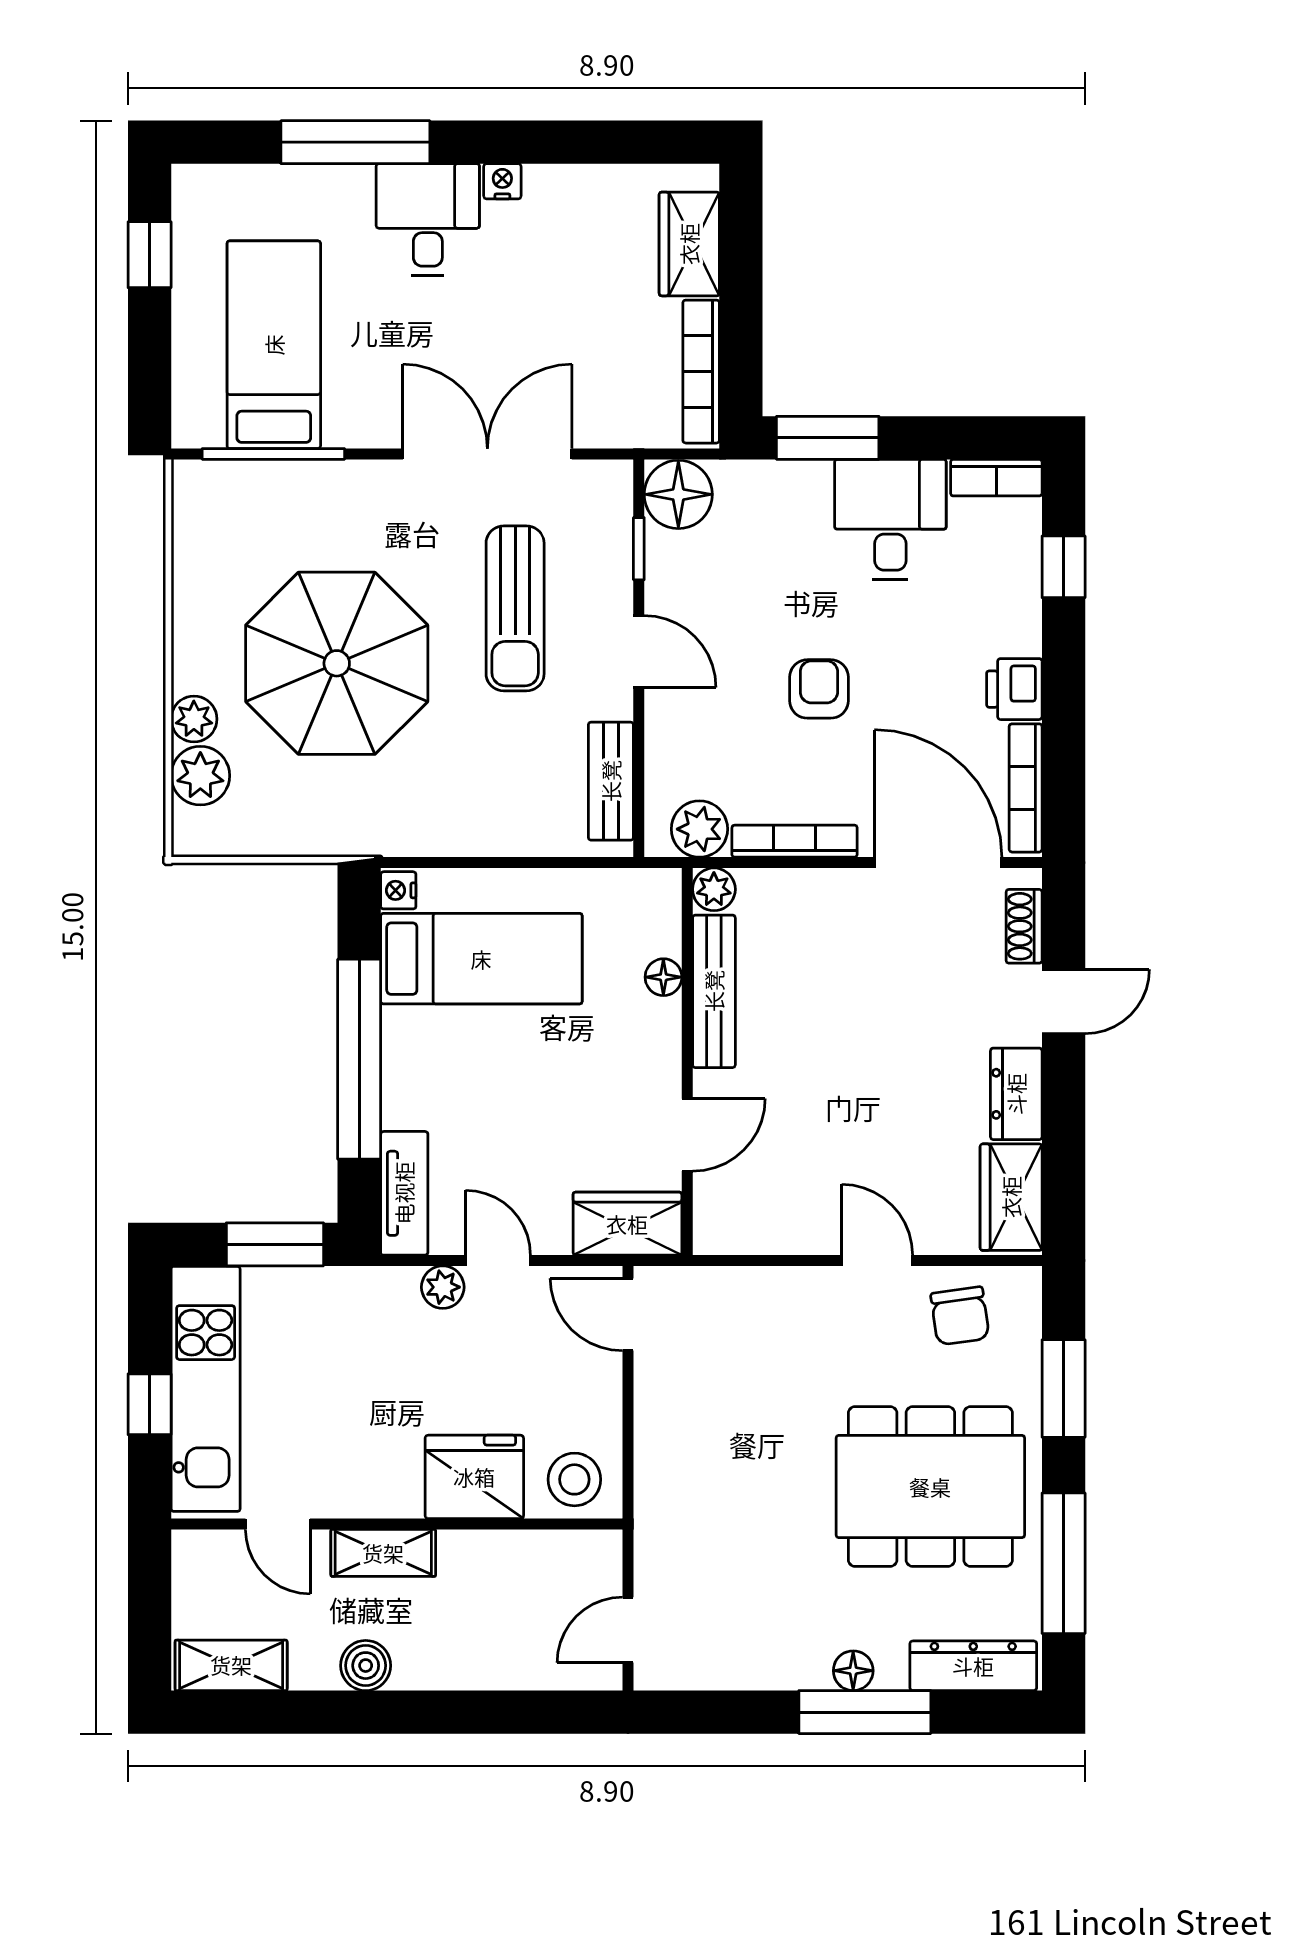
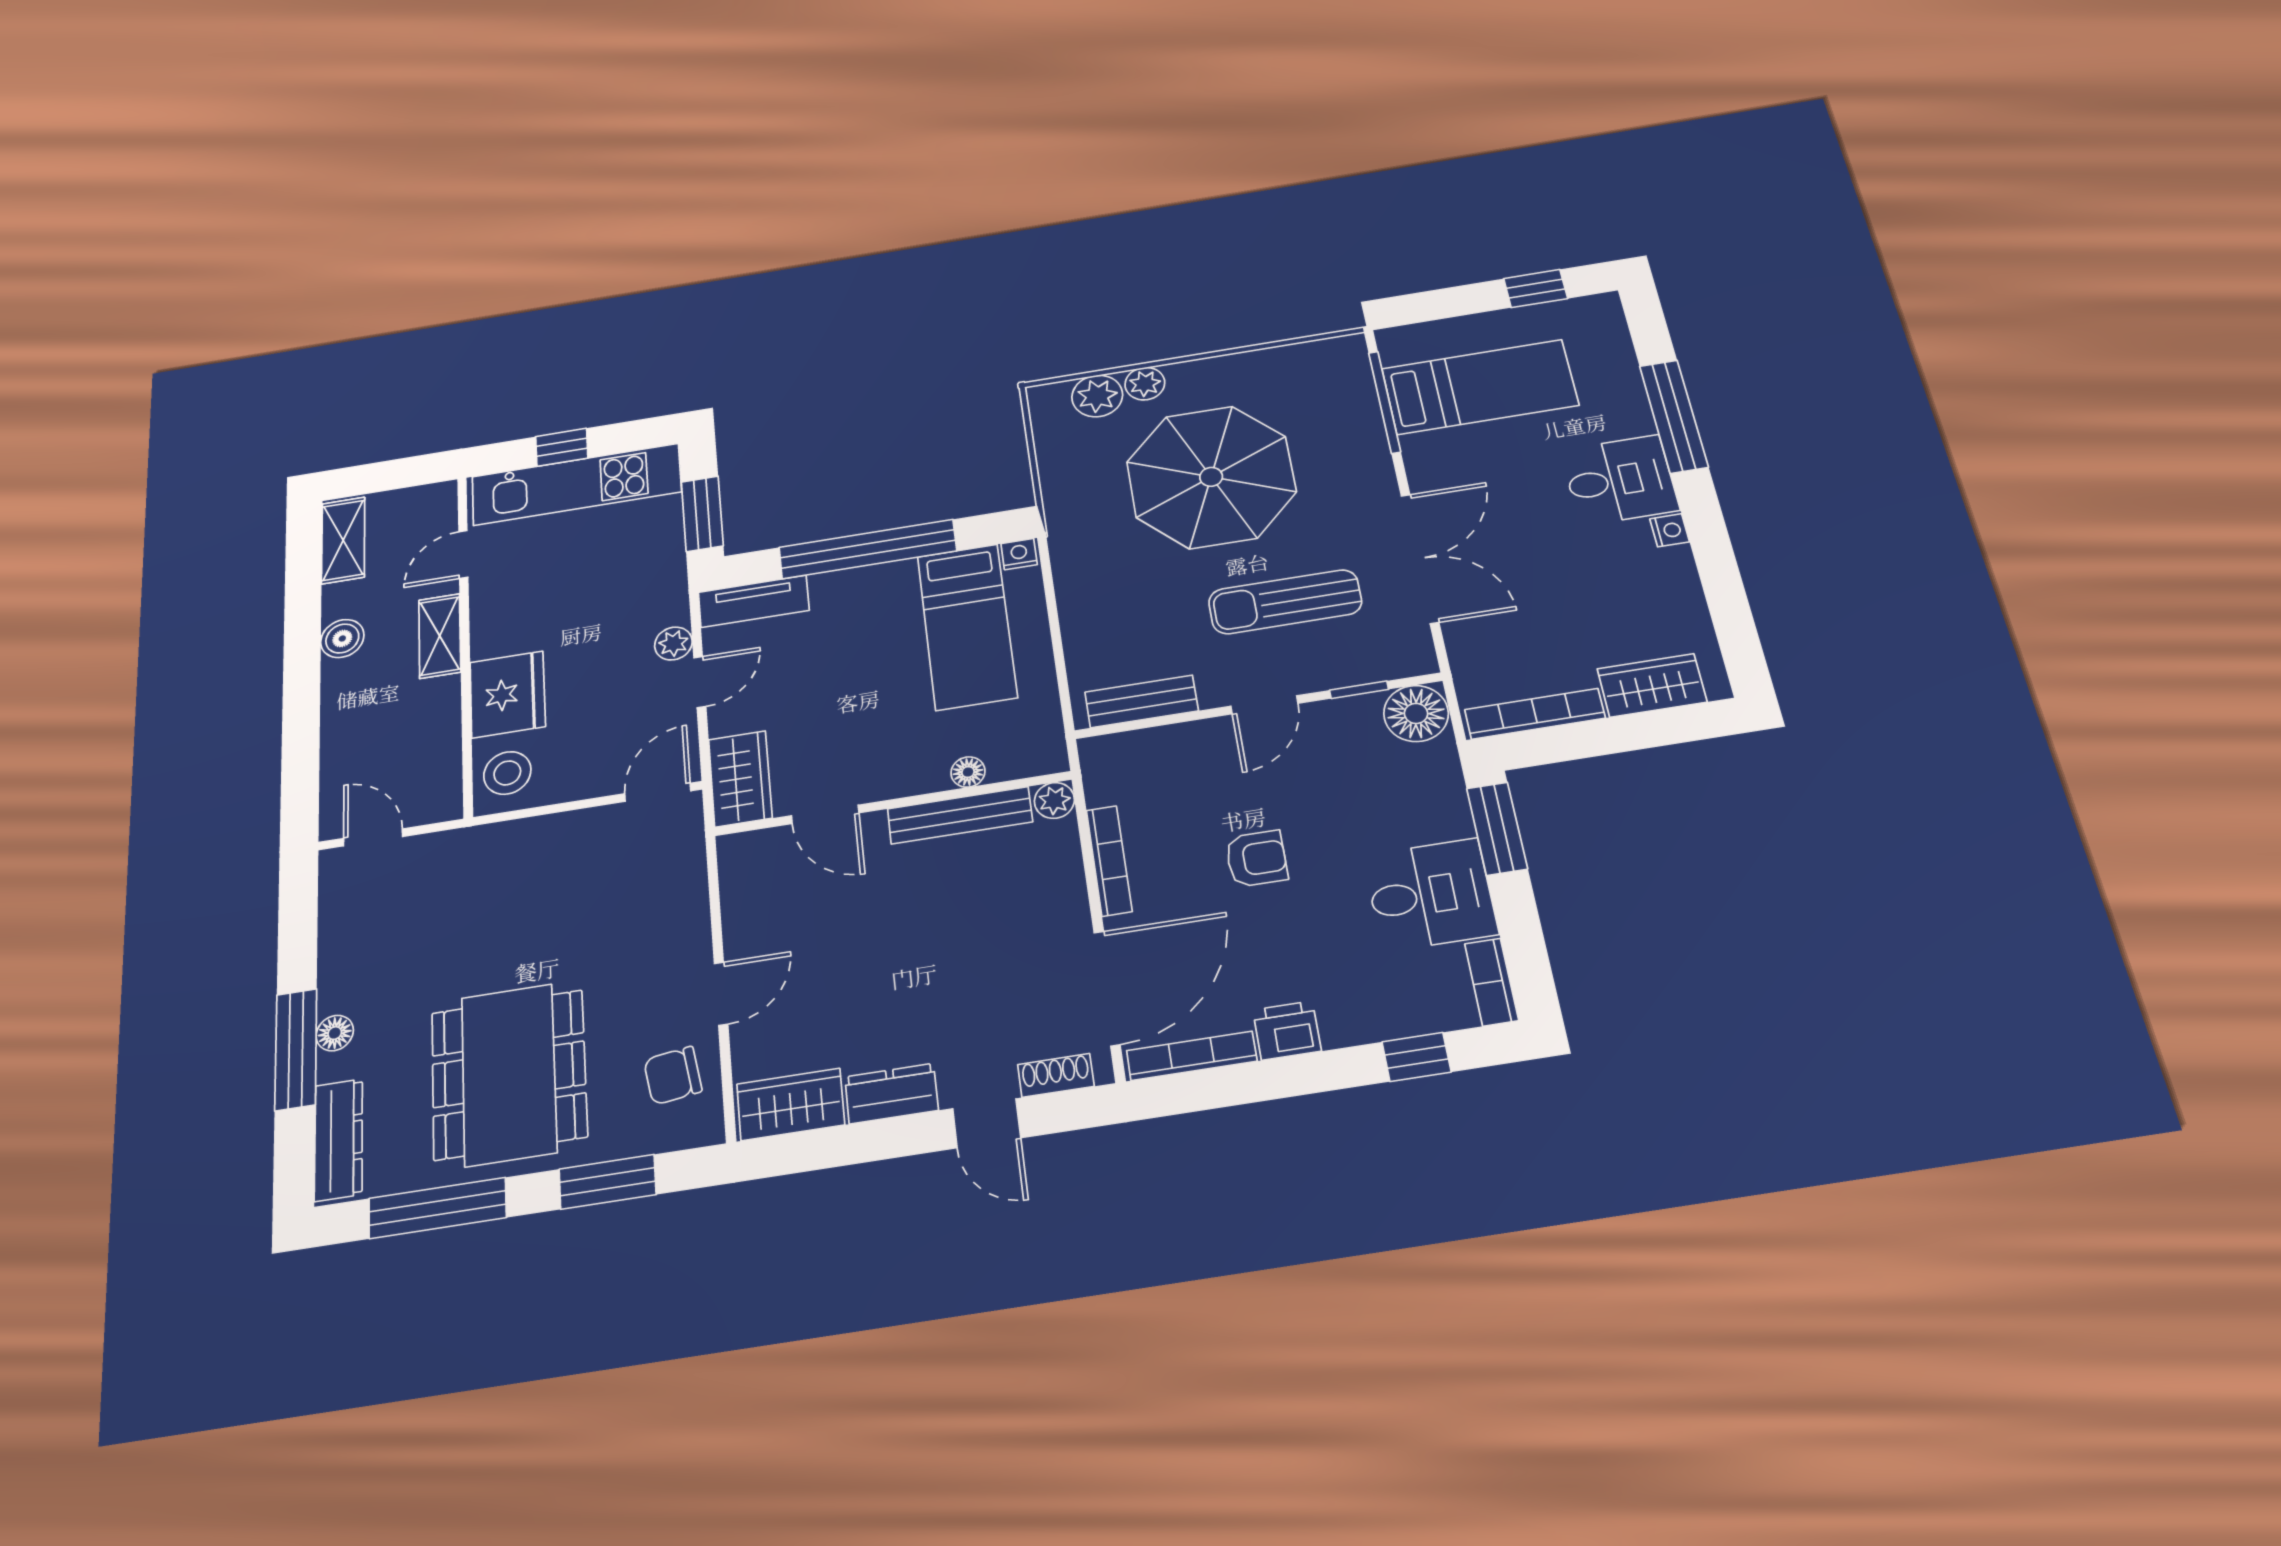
plant: (699, 829) -> (1109, 780), removed

